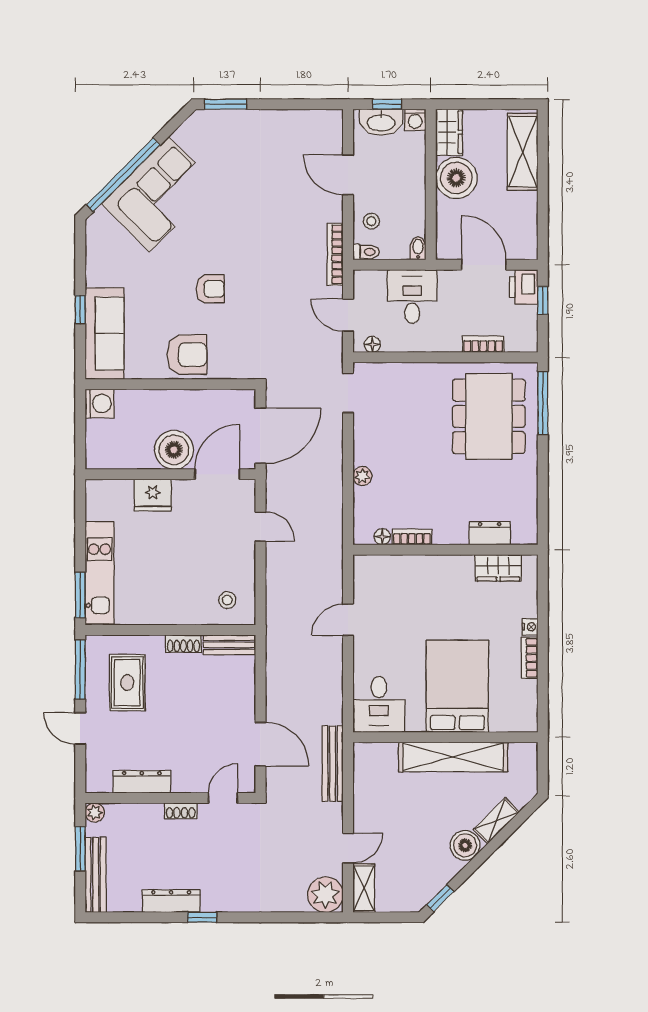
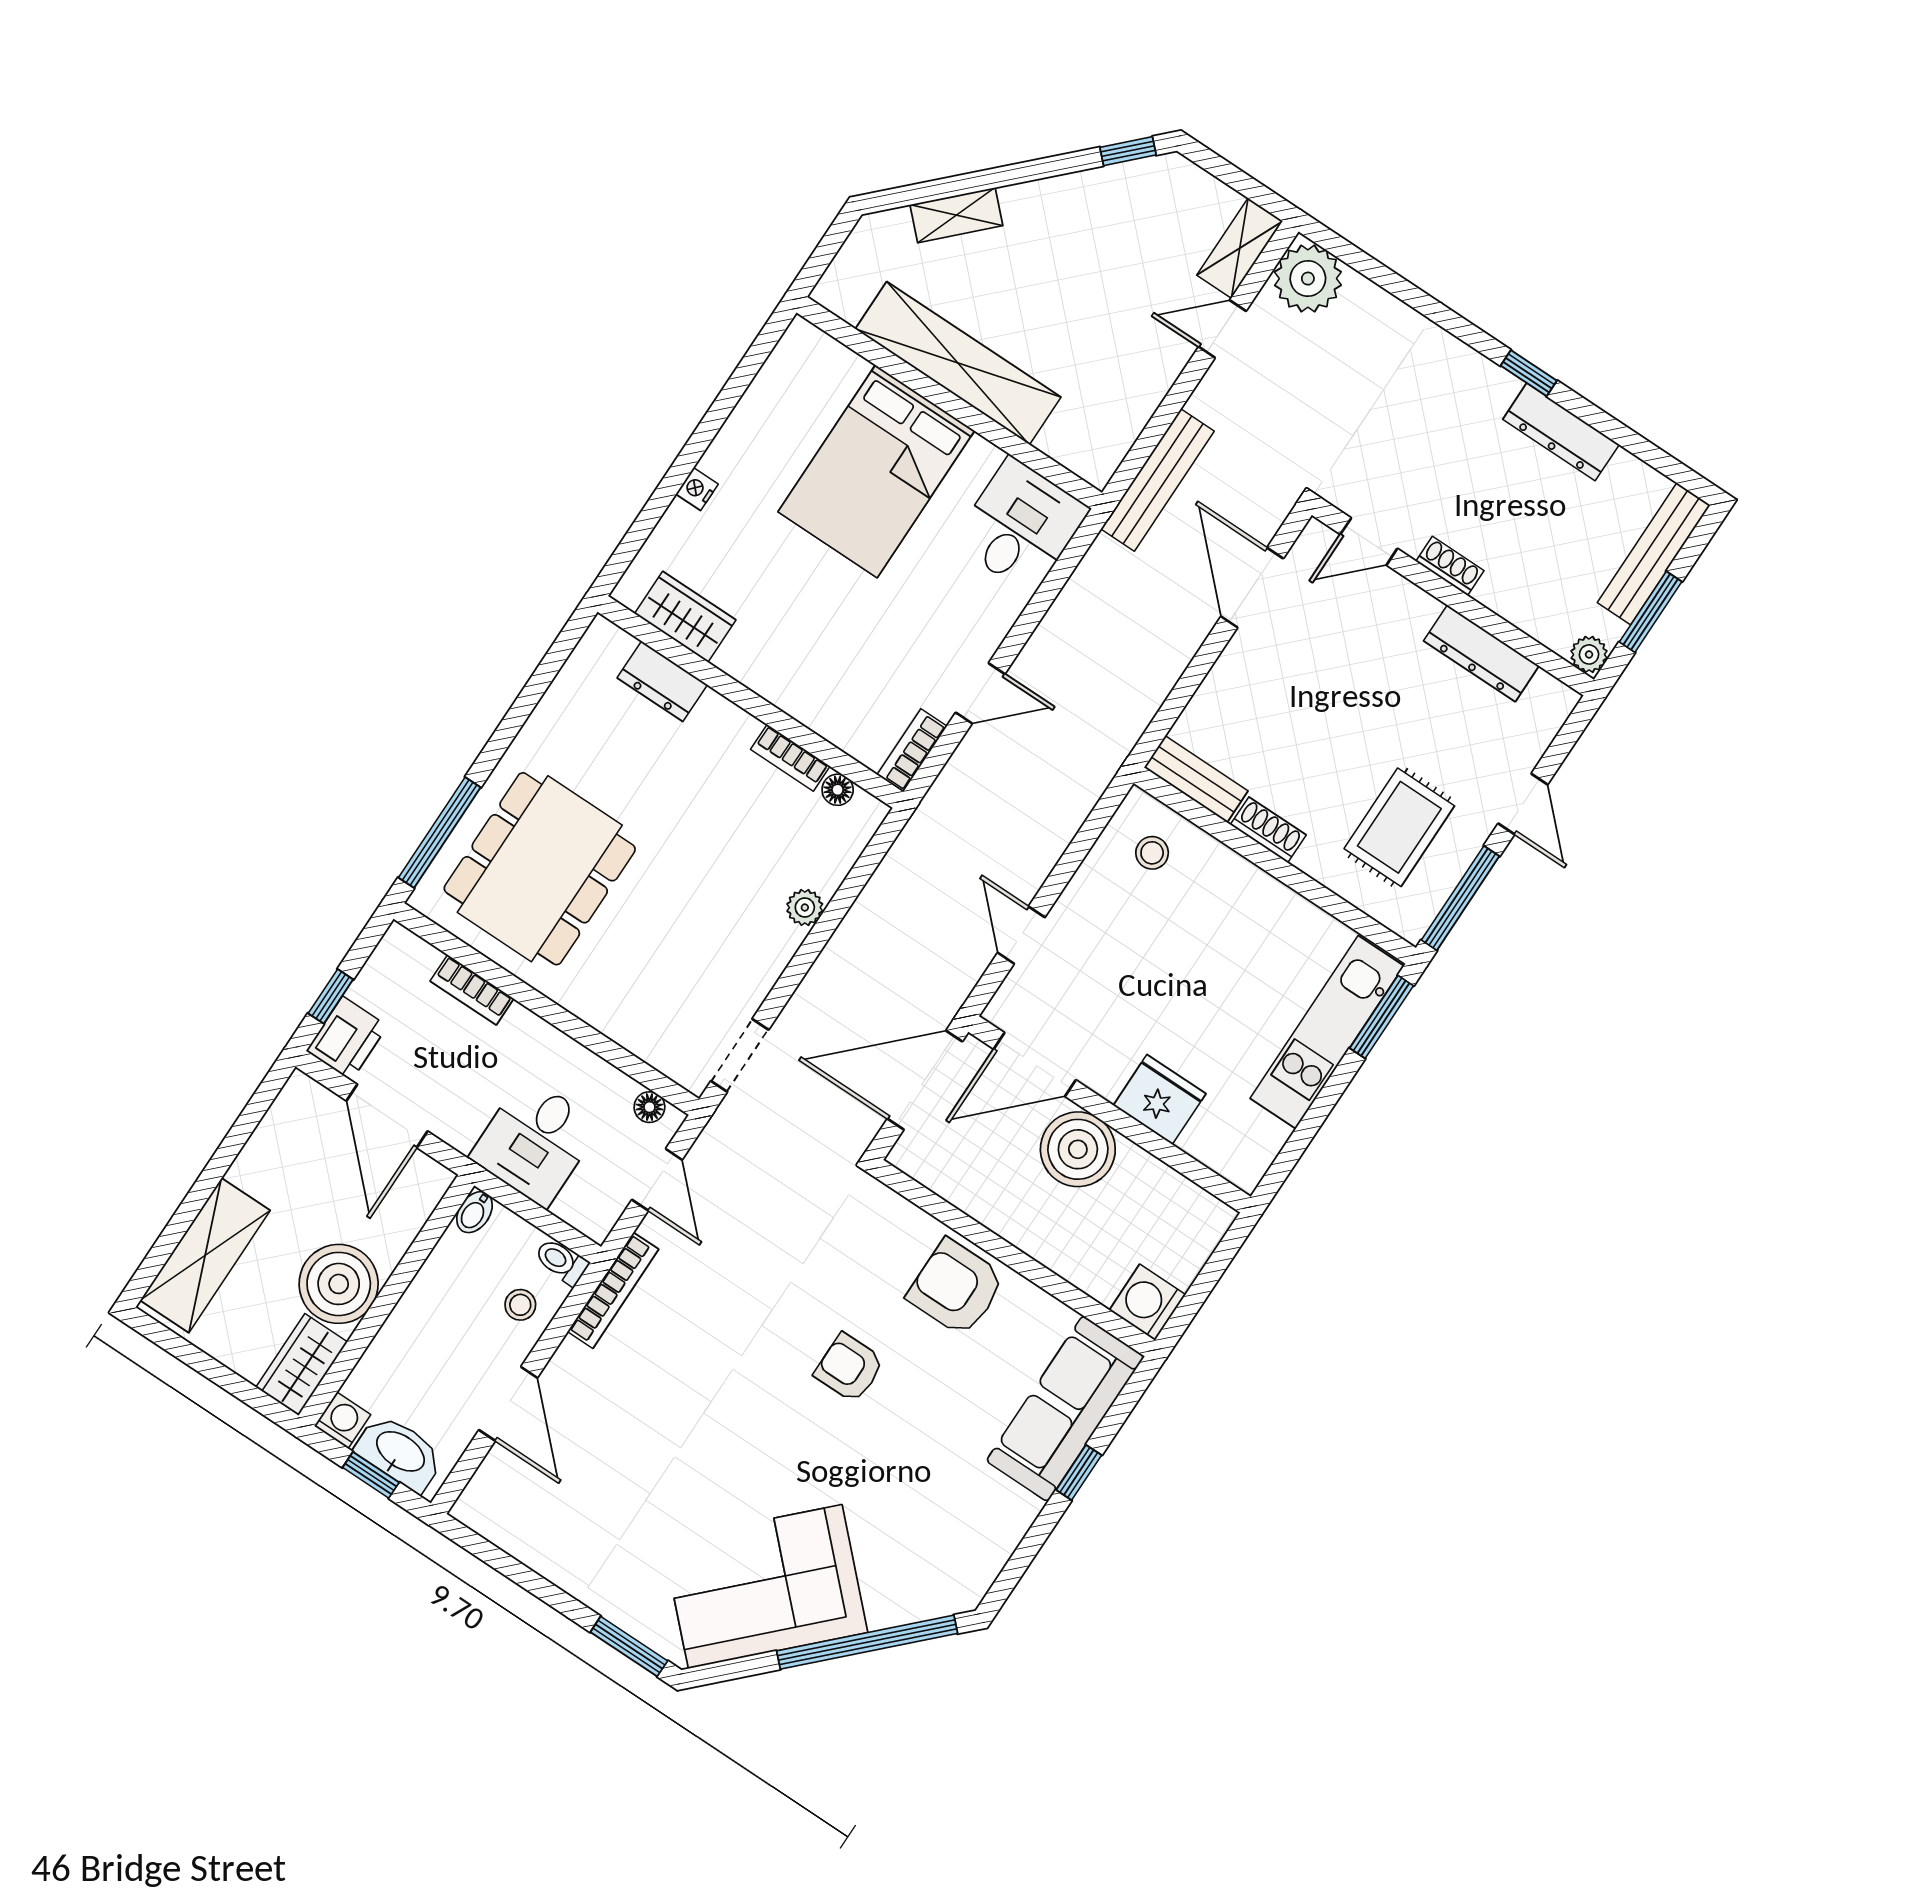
corner sofa: (159, 194) -> (765, 1587), moved
bookcase: (530, 658) -> (912, 750), moved, turned 180
boiler: (465, 845) -> (1033, 209), removed

